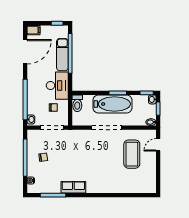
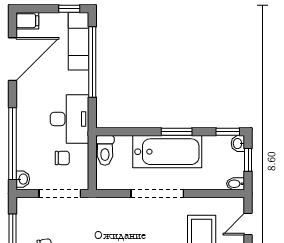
exam couch: (62, 55) -> (78, 41), moved

